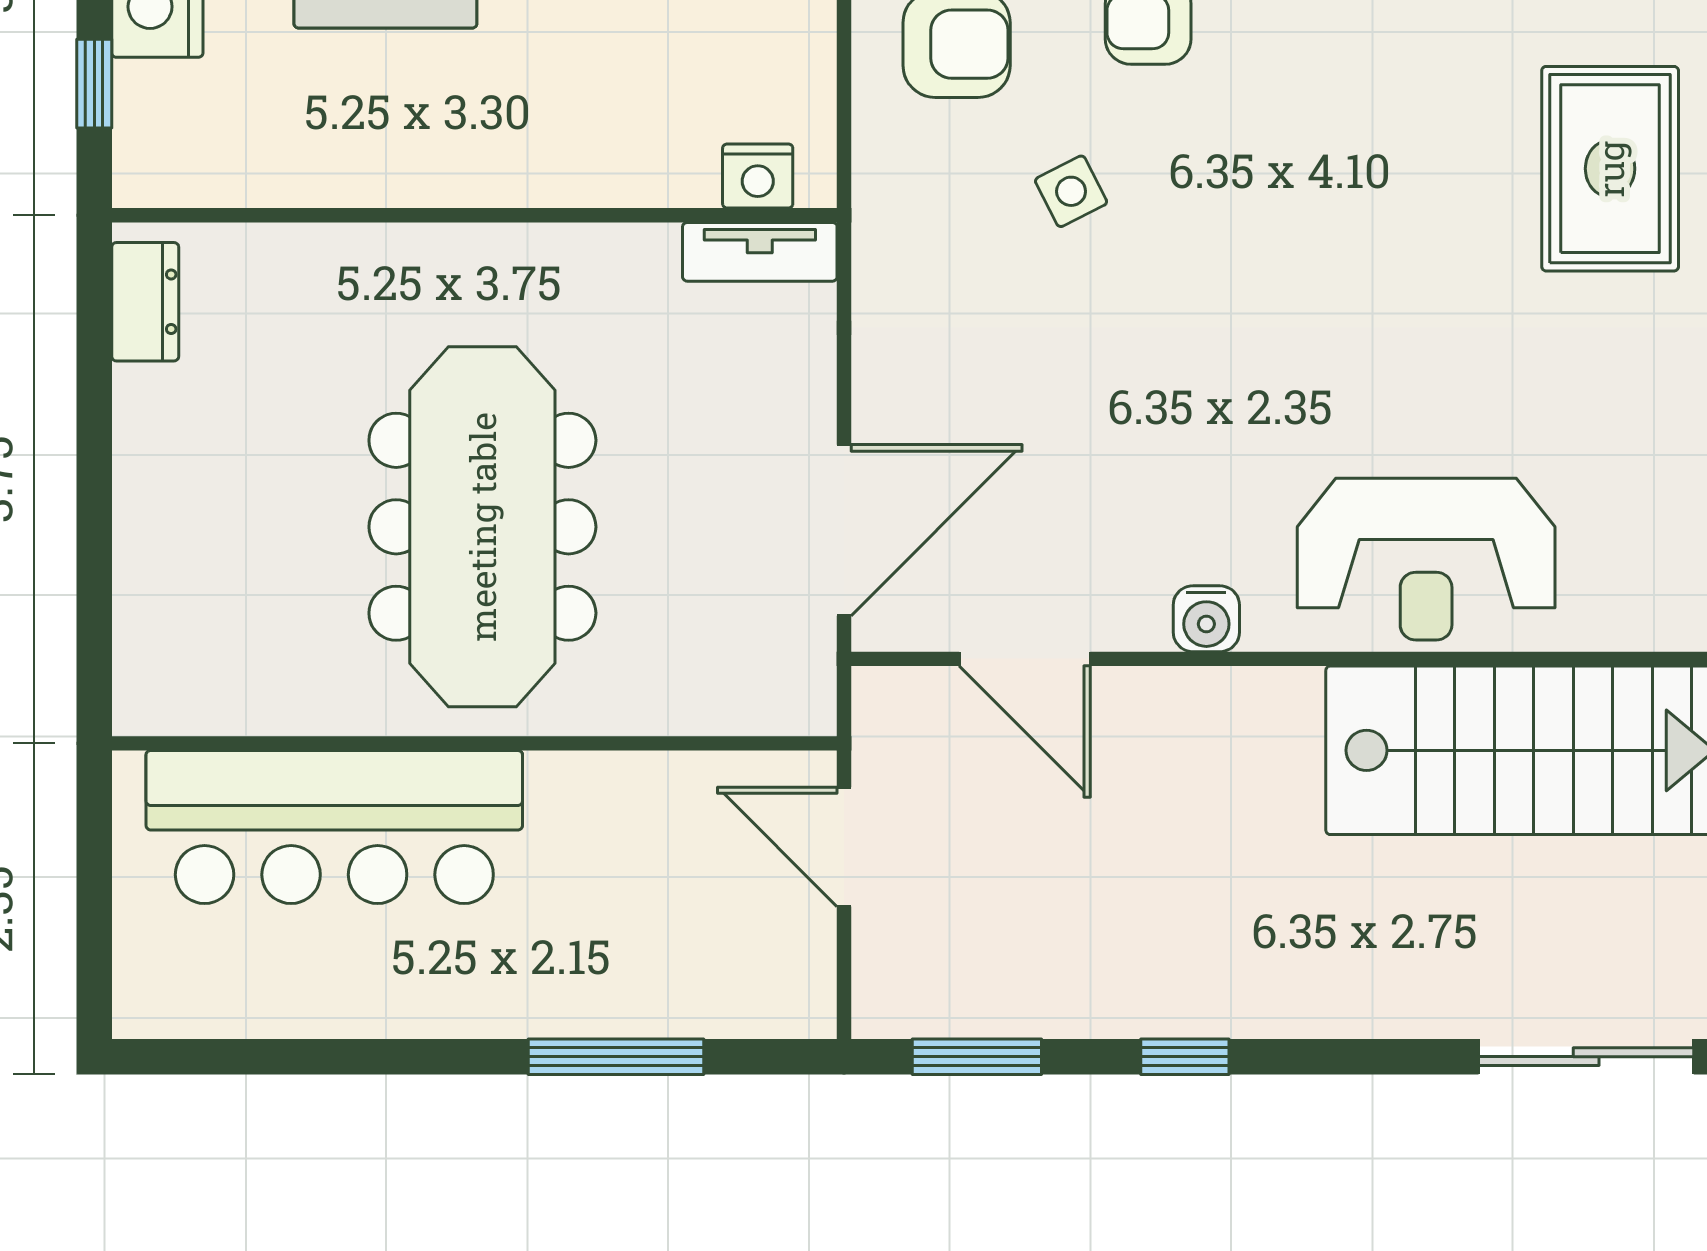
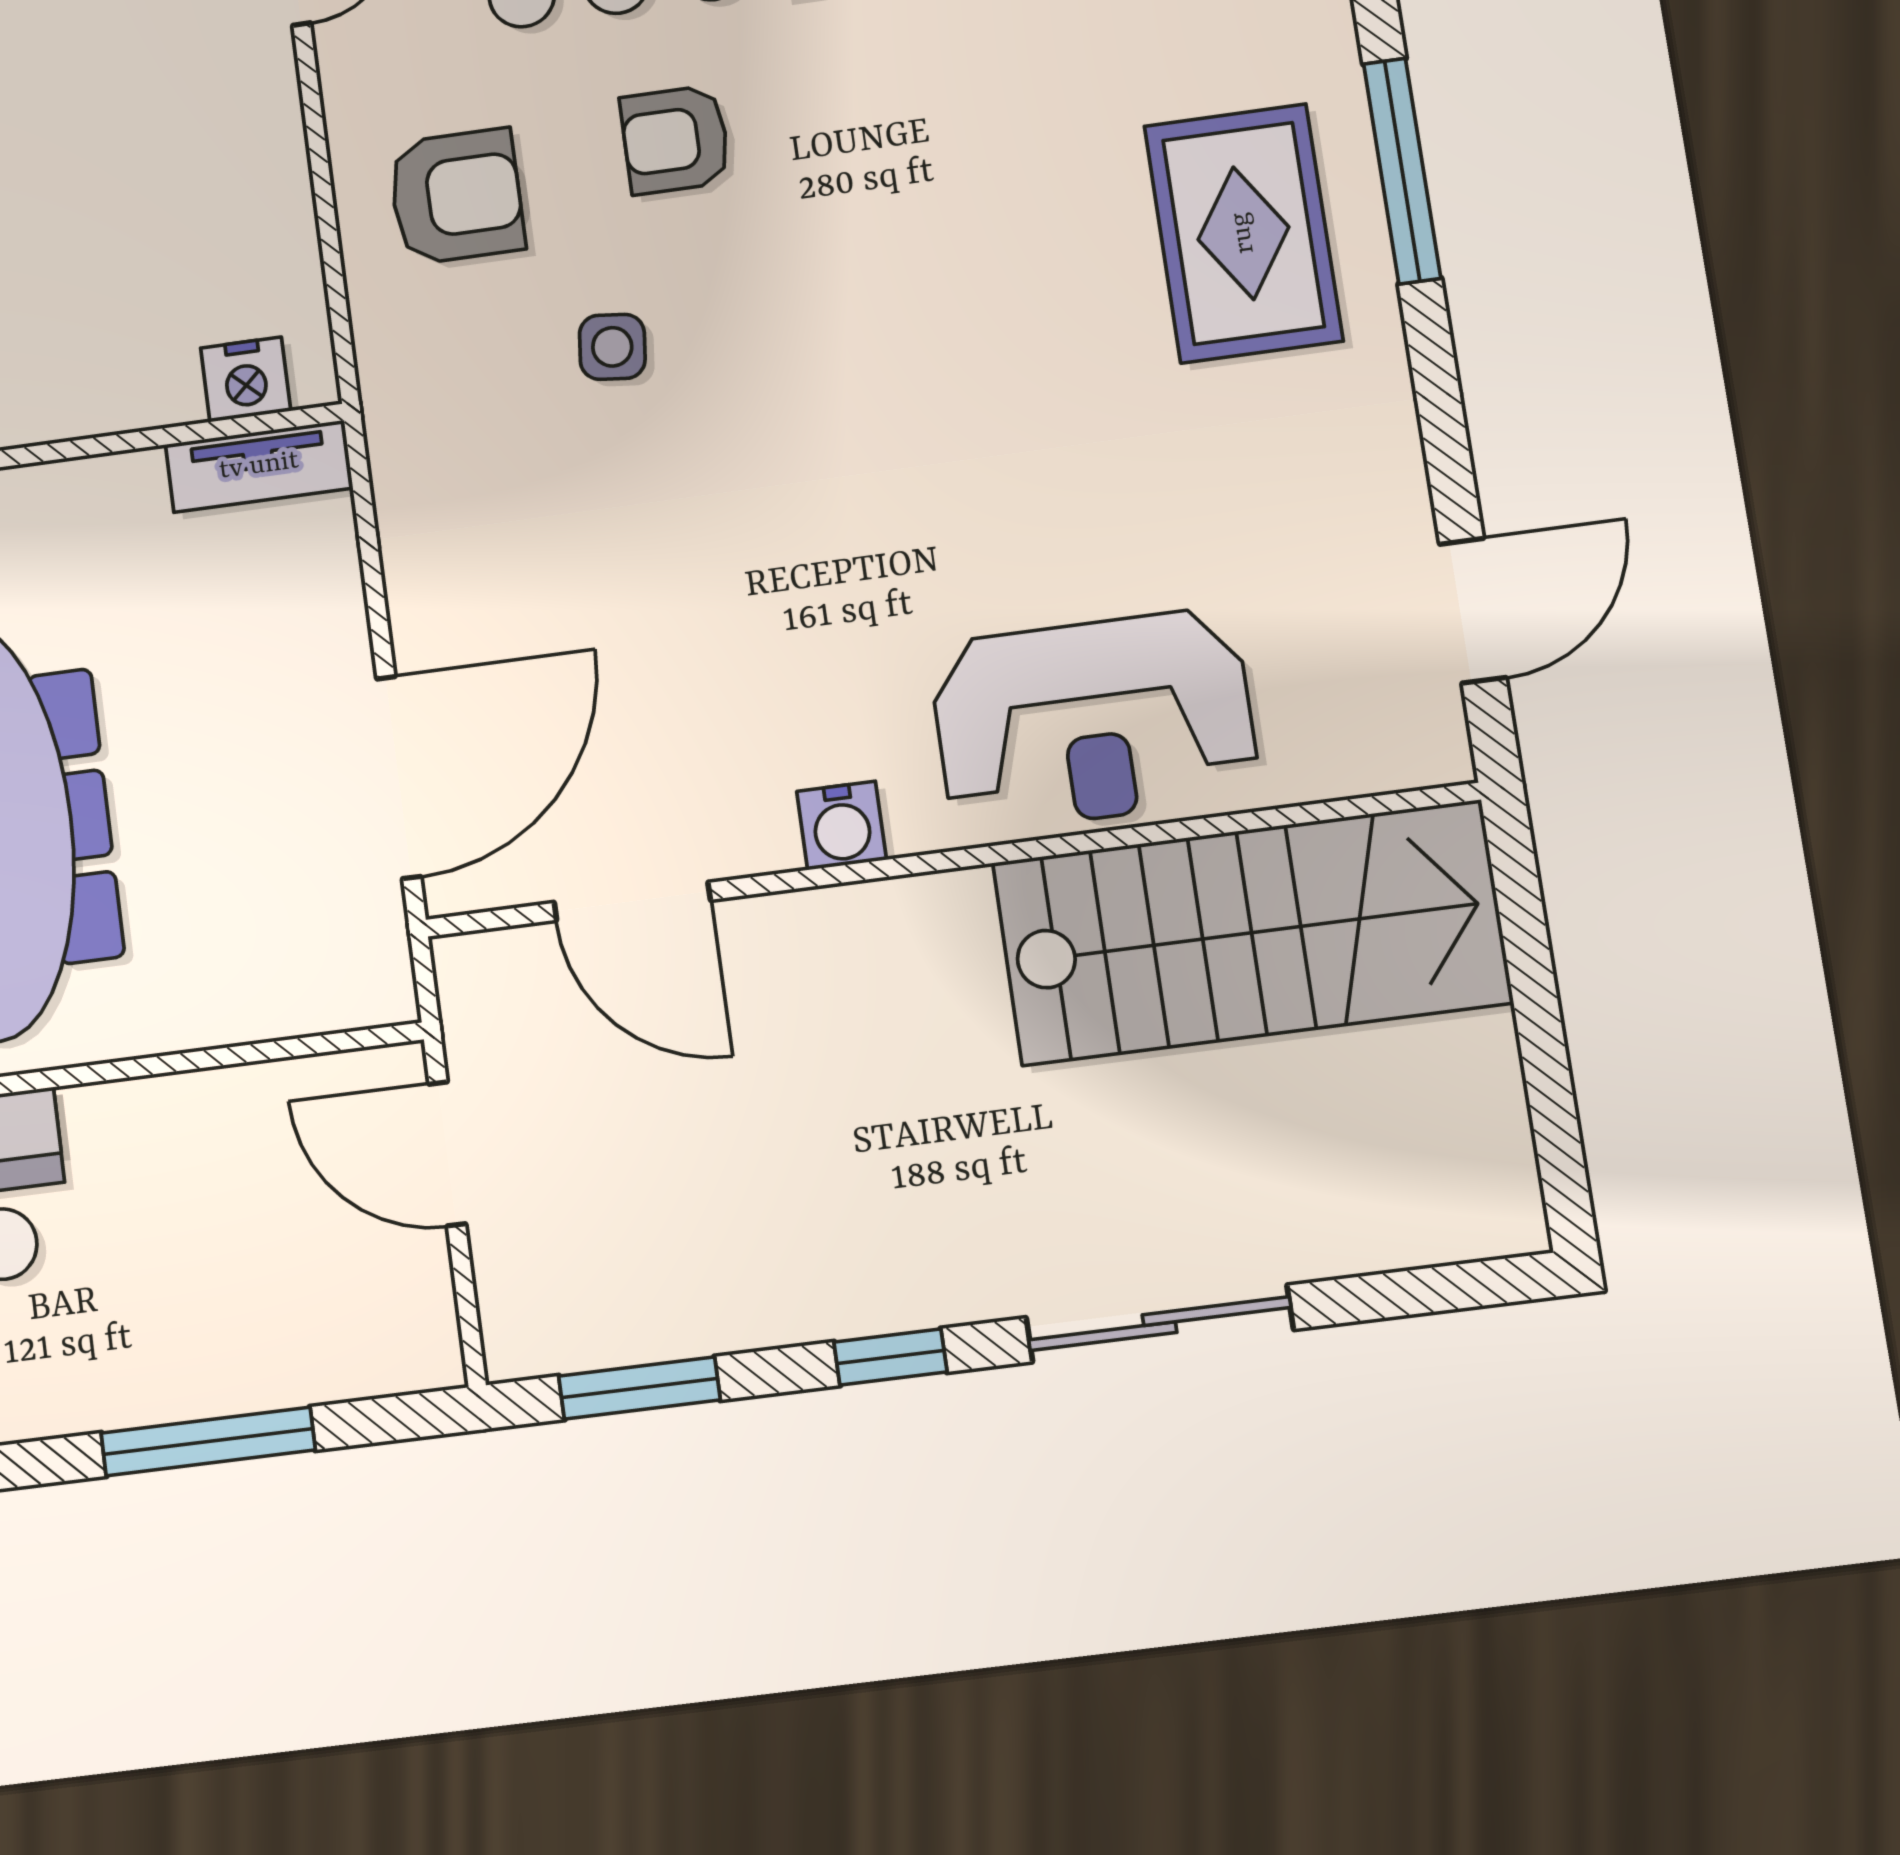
side table: (1071, 191) -> (612, 347), turned 33
sliding door: (1586, 1057) -> (1160, 1324), moved

